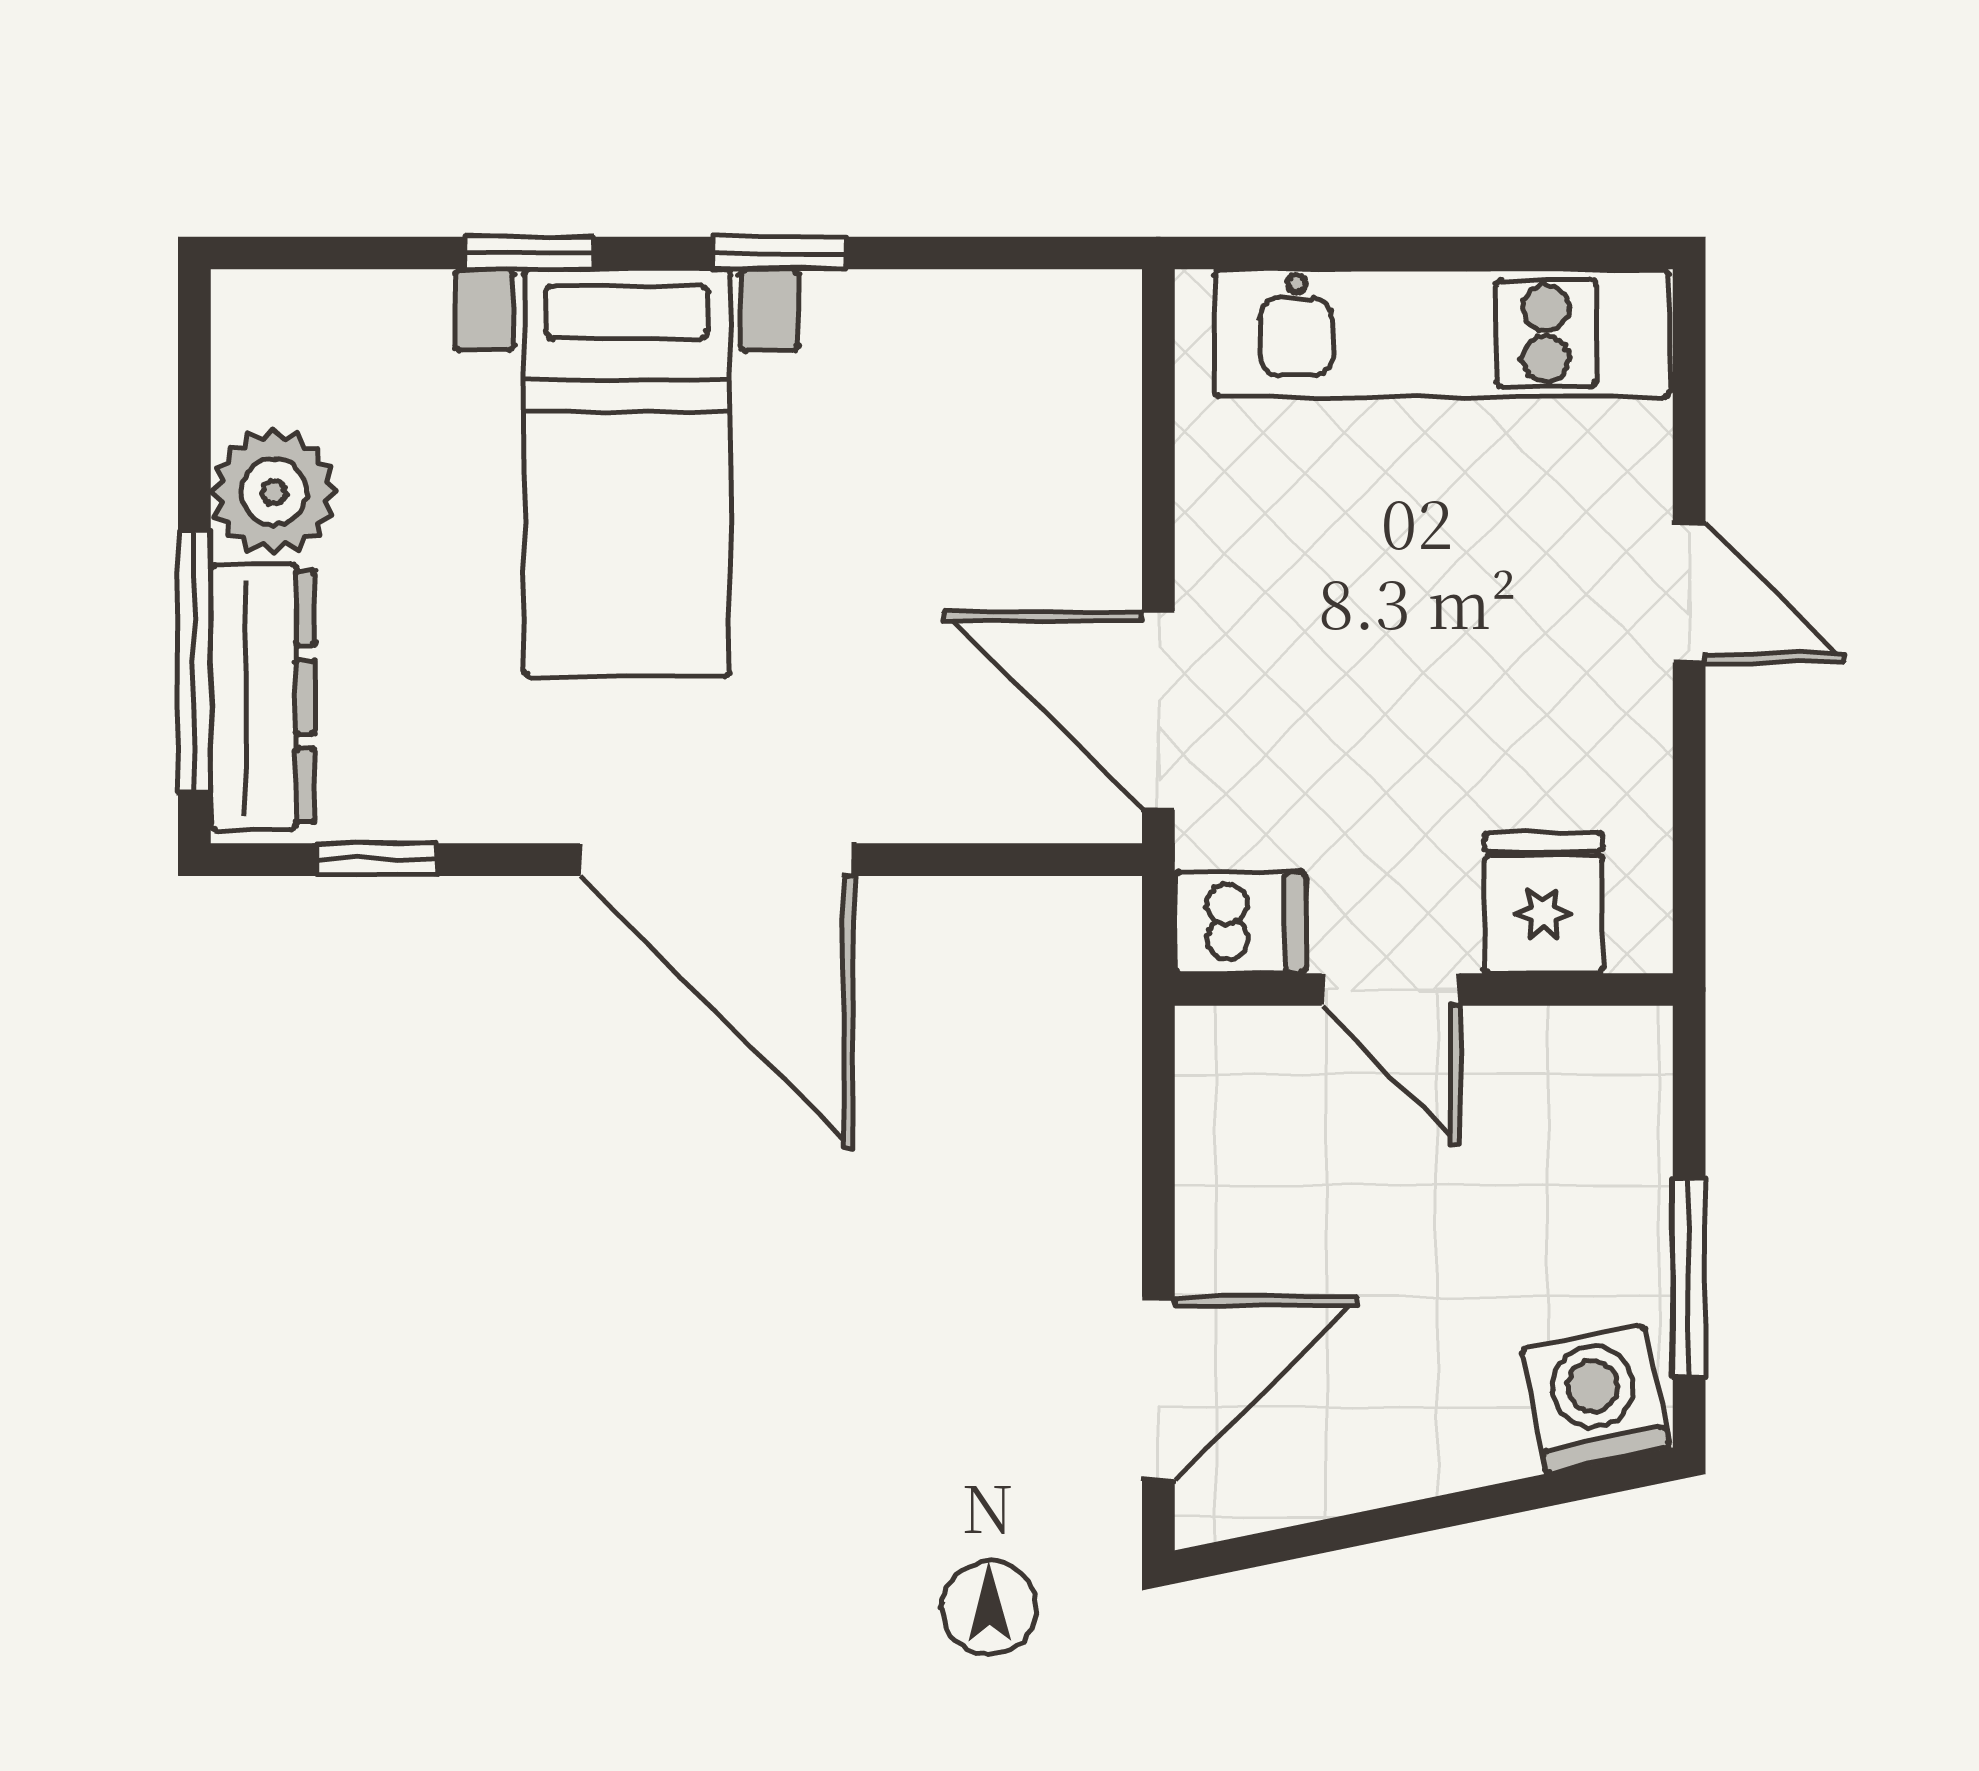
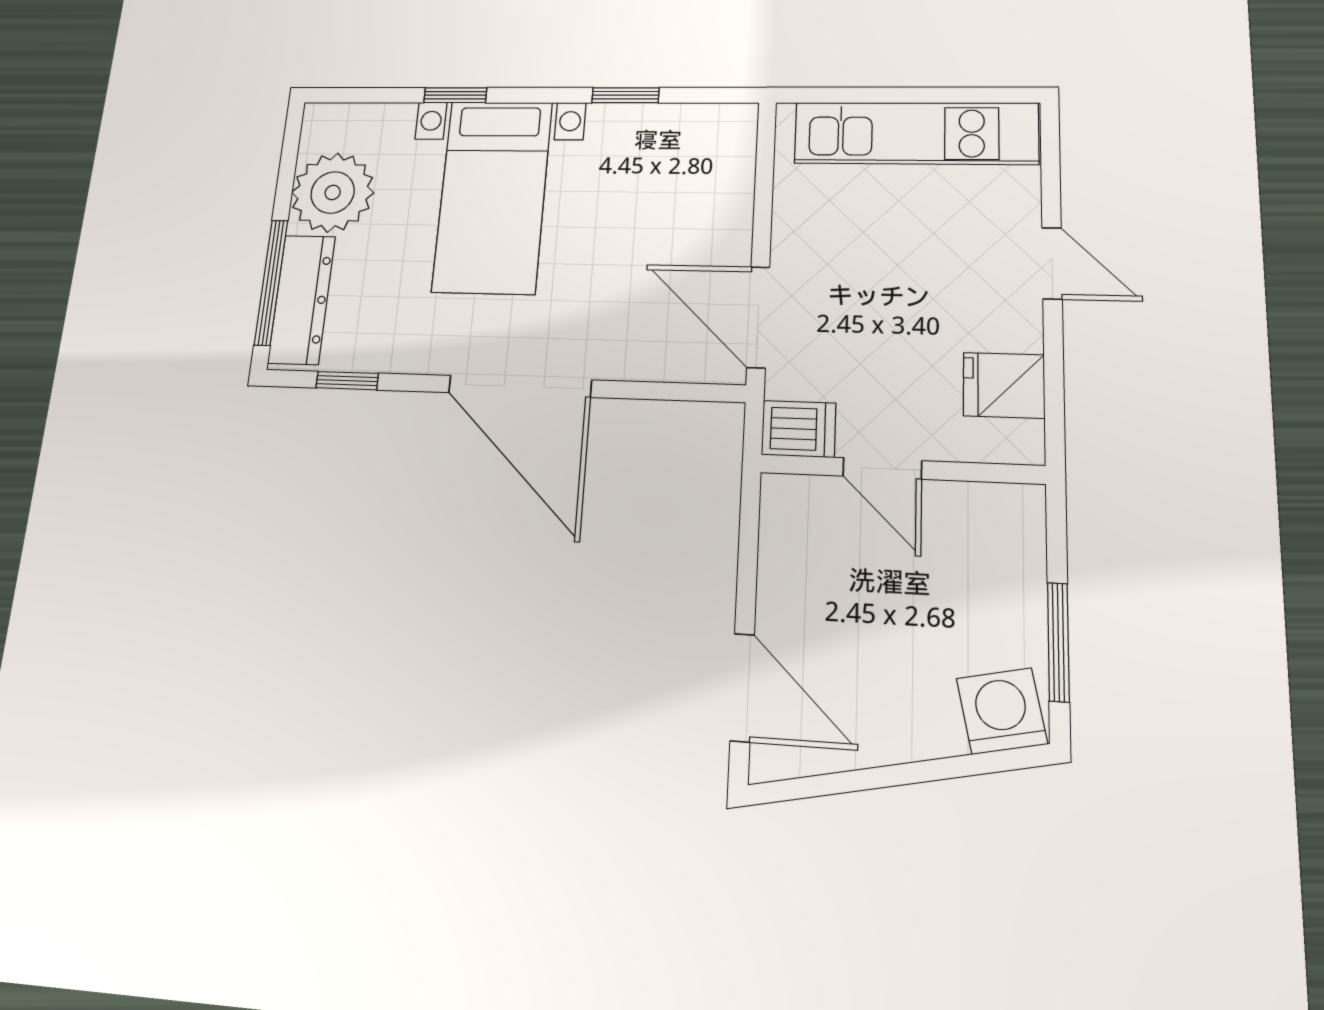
window: (779, 253) -> (625, 95), moved
plant: (274, 492) -> (333, 193), width x1.36, depth x1.36
fridge: (1543, 903) -> (1004, 385), moved, turned -90
door: (1158, 1388) -> (742, 688), hinge flipped

